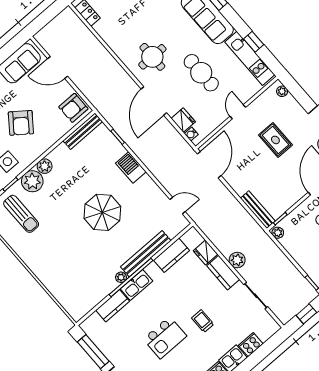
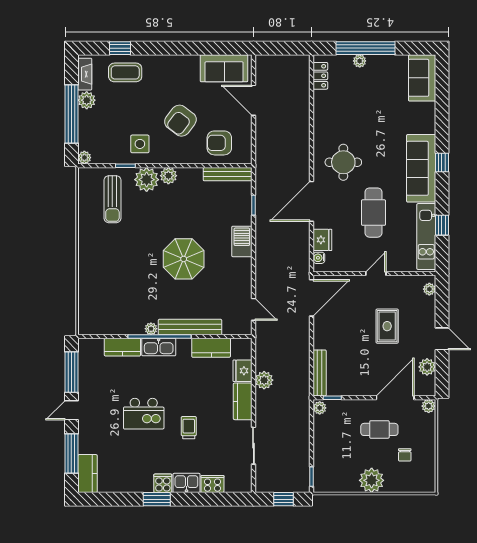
armchair: (73, 108) -> (219, 143), moved
plant: (237, 260) -> (264, 380), moved

